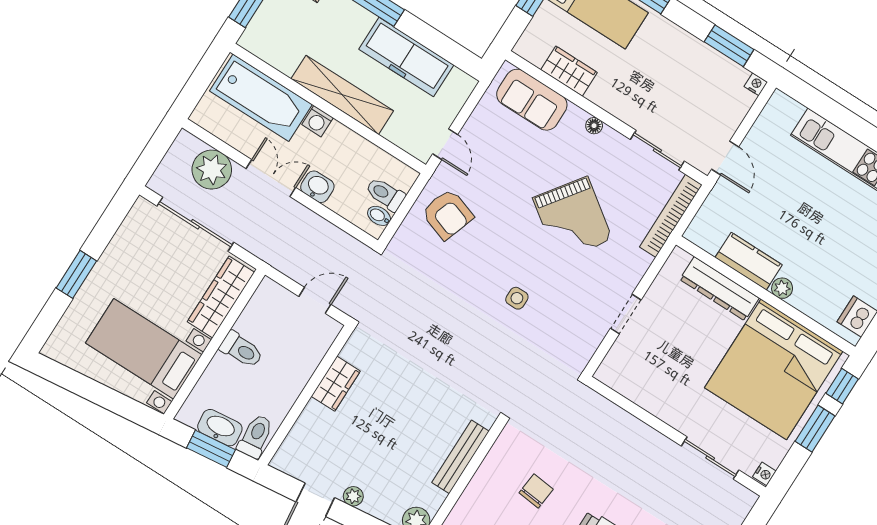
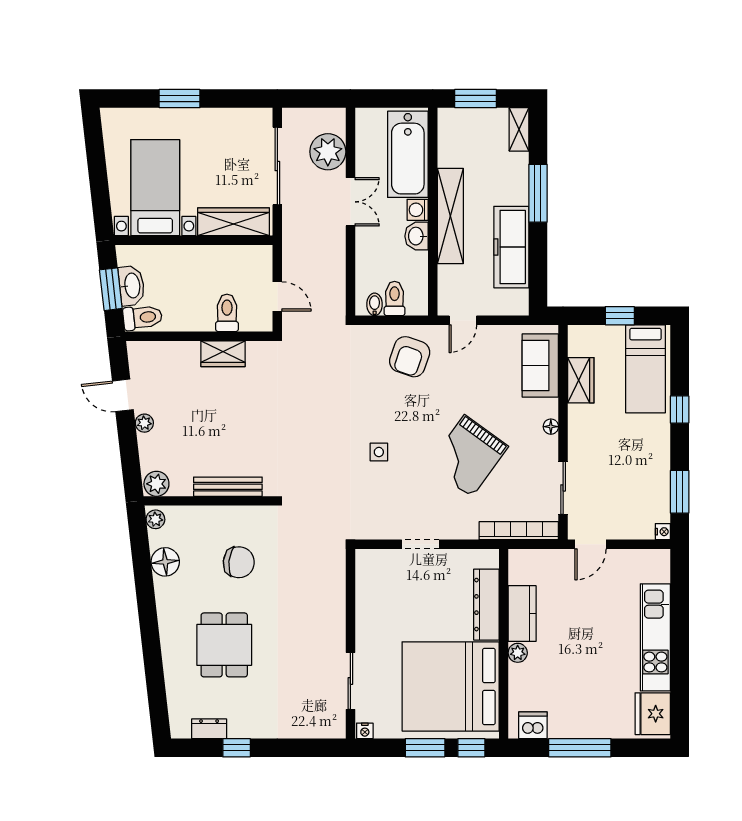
washbasin: (317, 187) -> (416, 236), moved, turned 180
toilet: (241, 350) -> (227, 313), moved, turned 180
chair: (536, 491) -> (239, 562), width x1.37, depth x1.37

